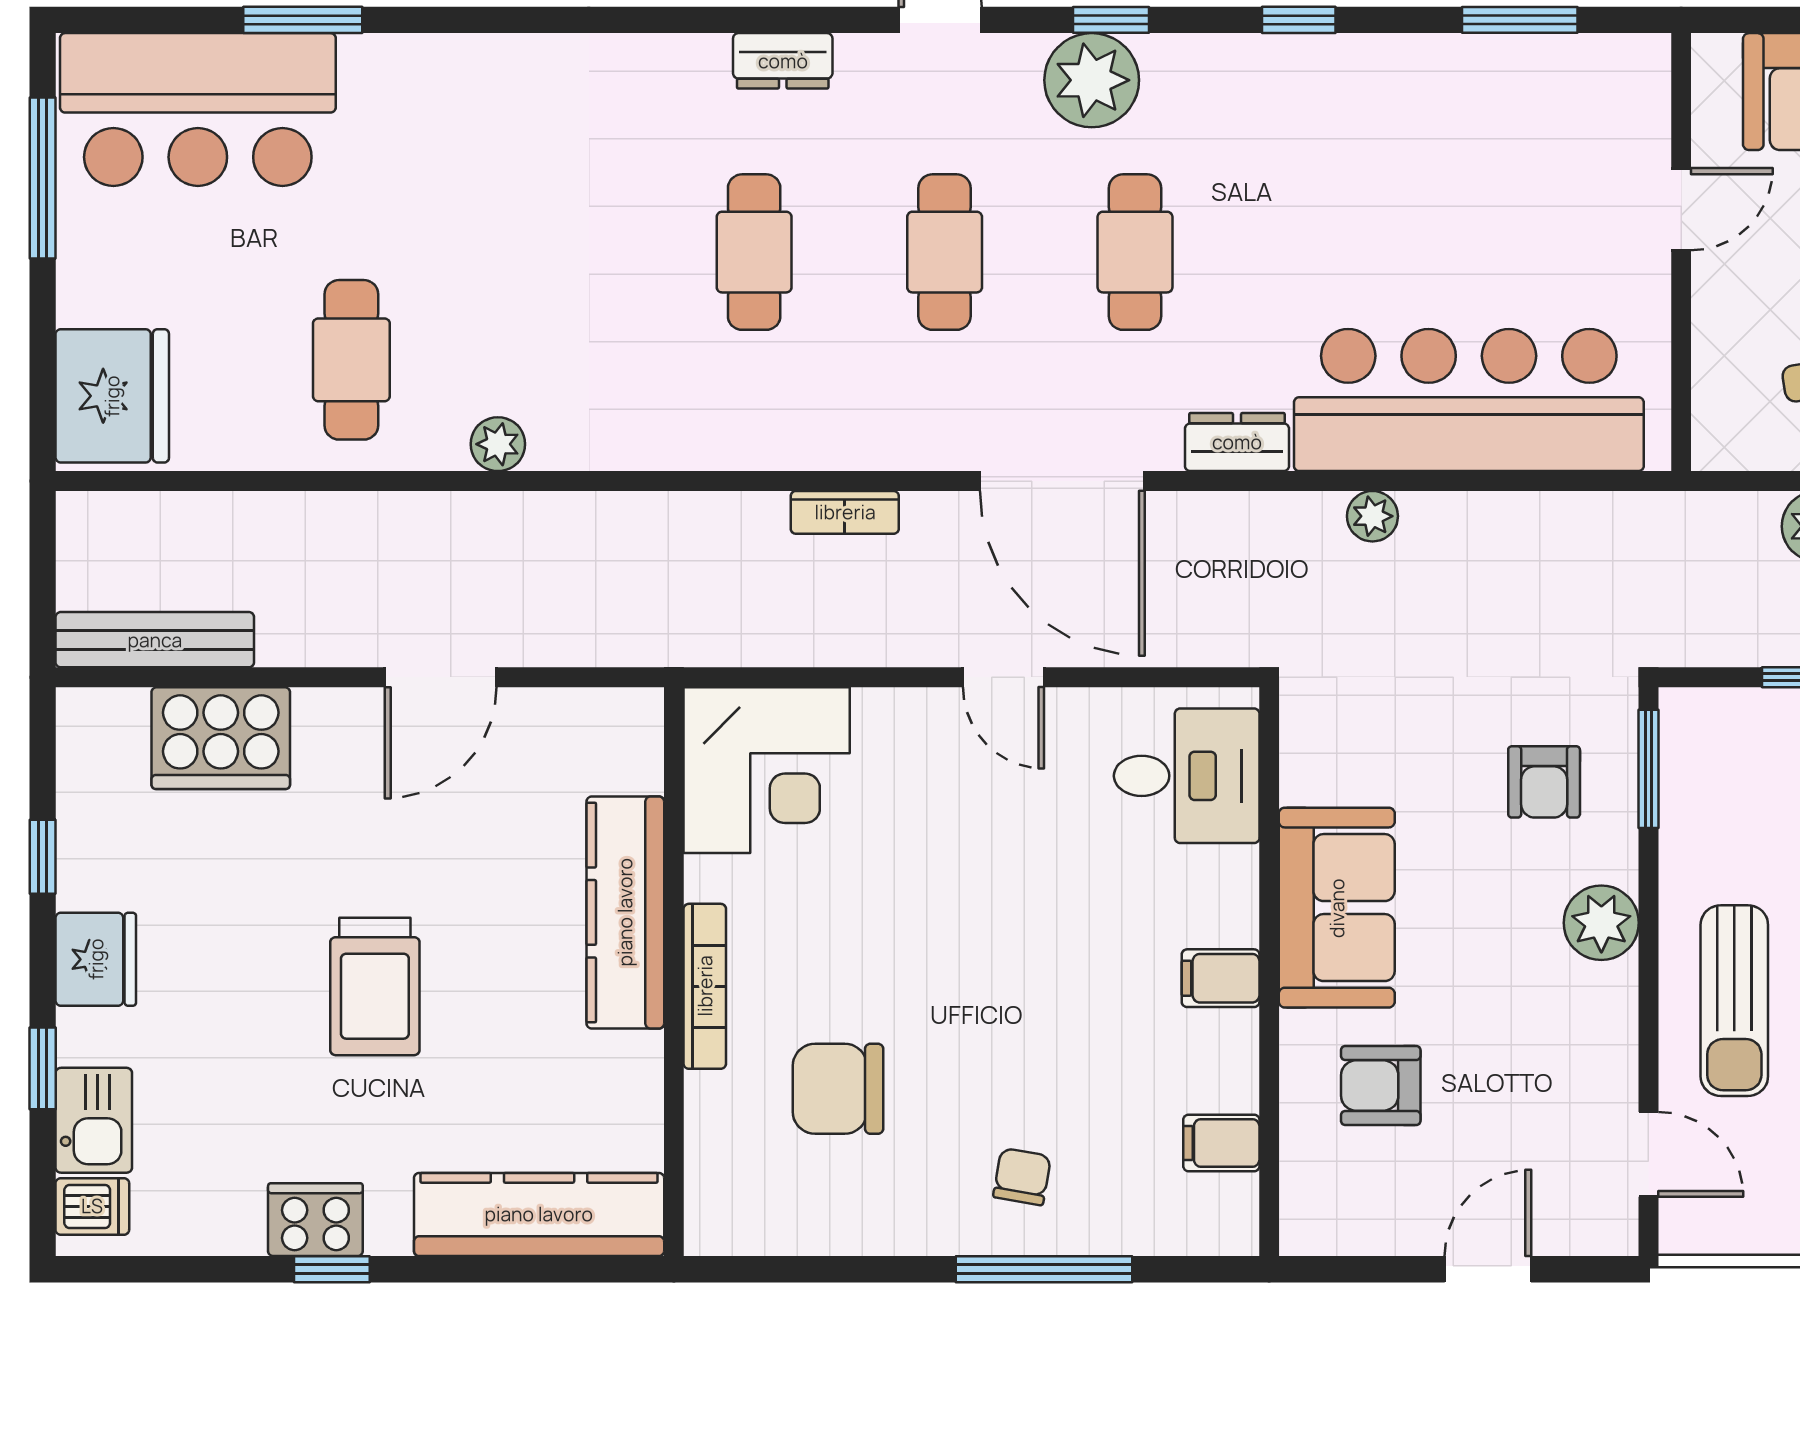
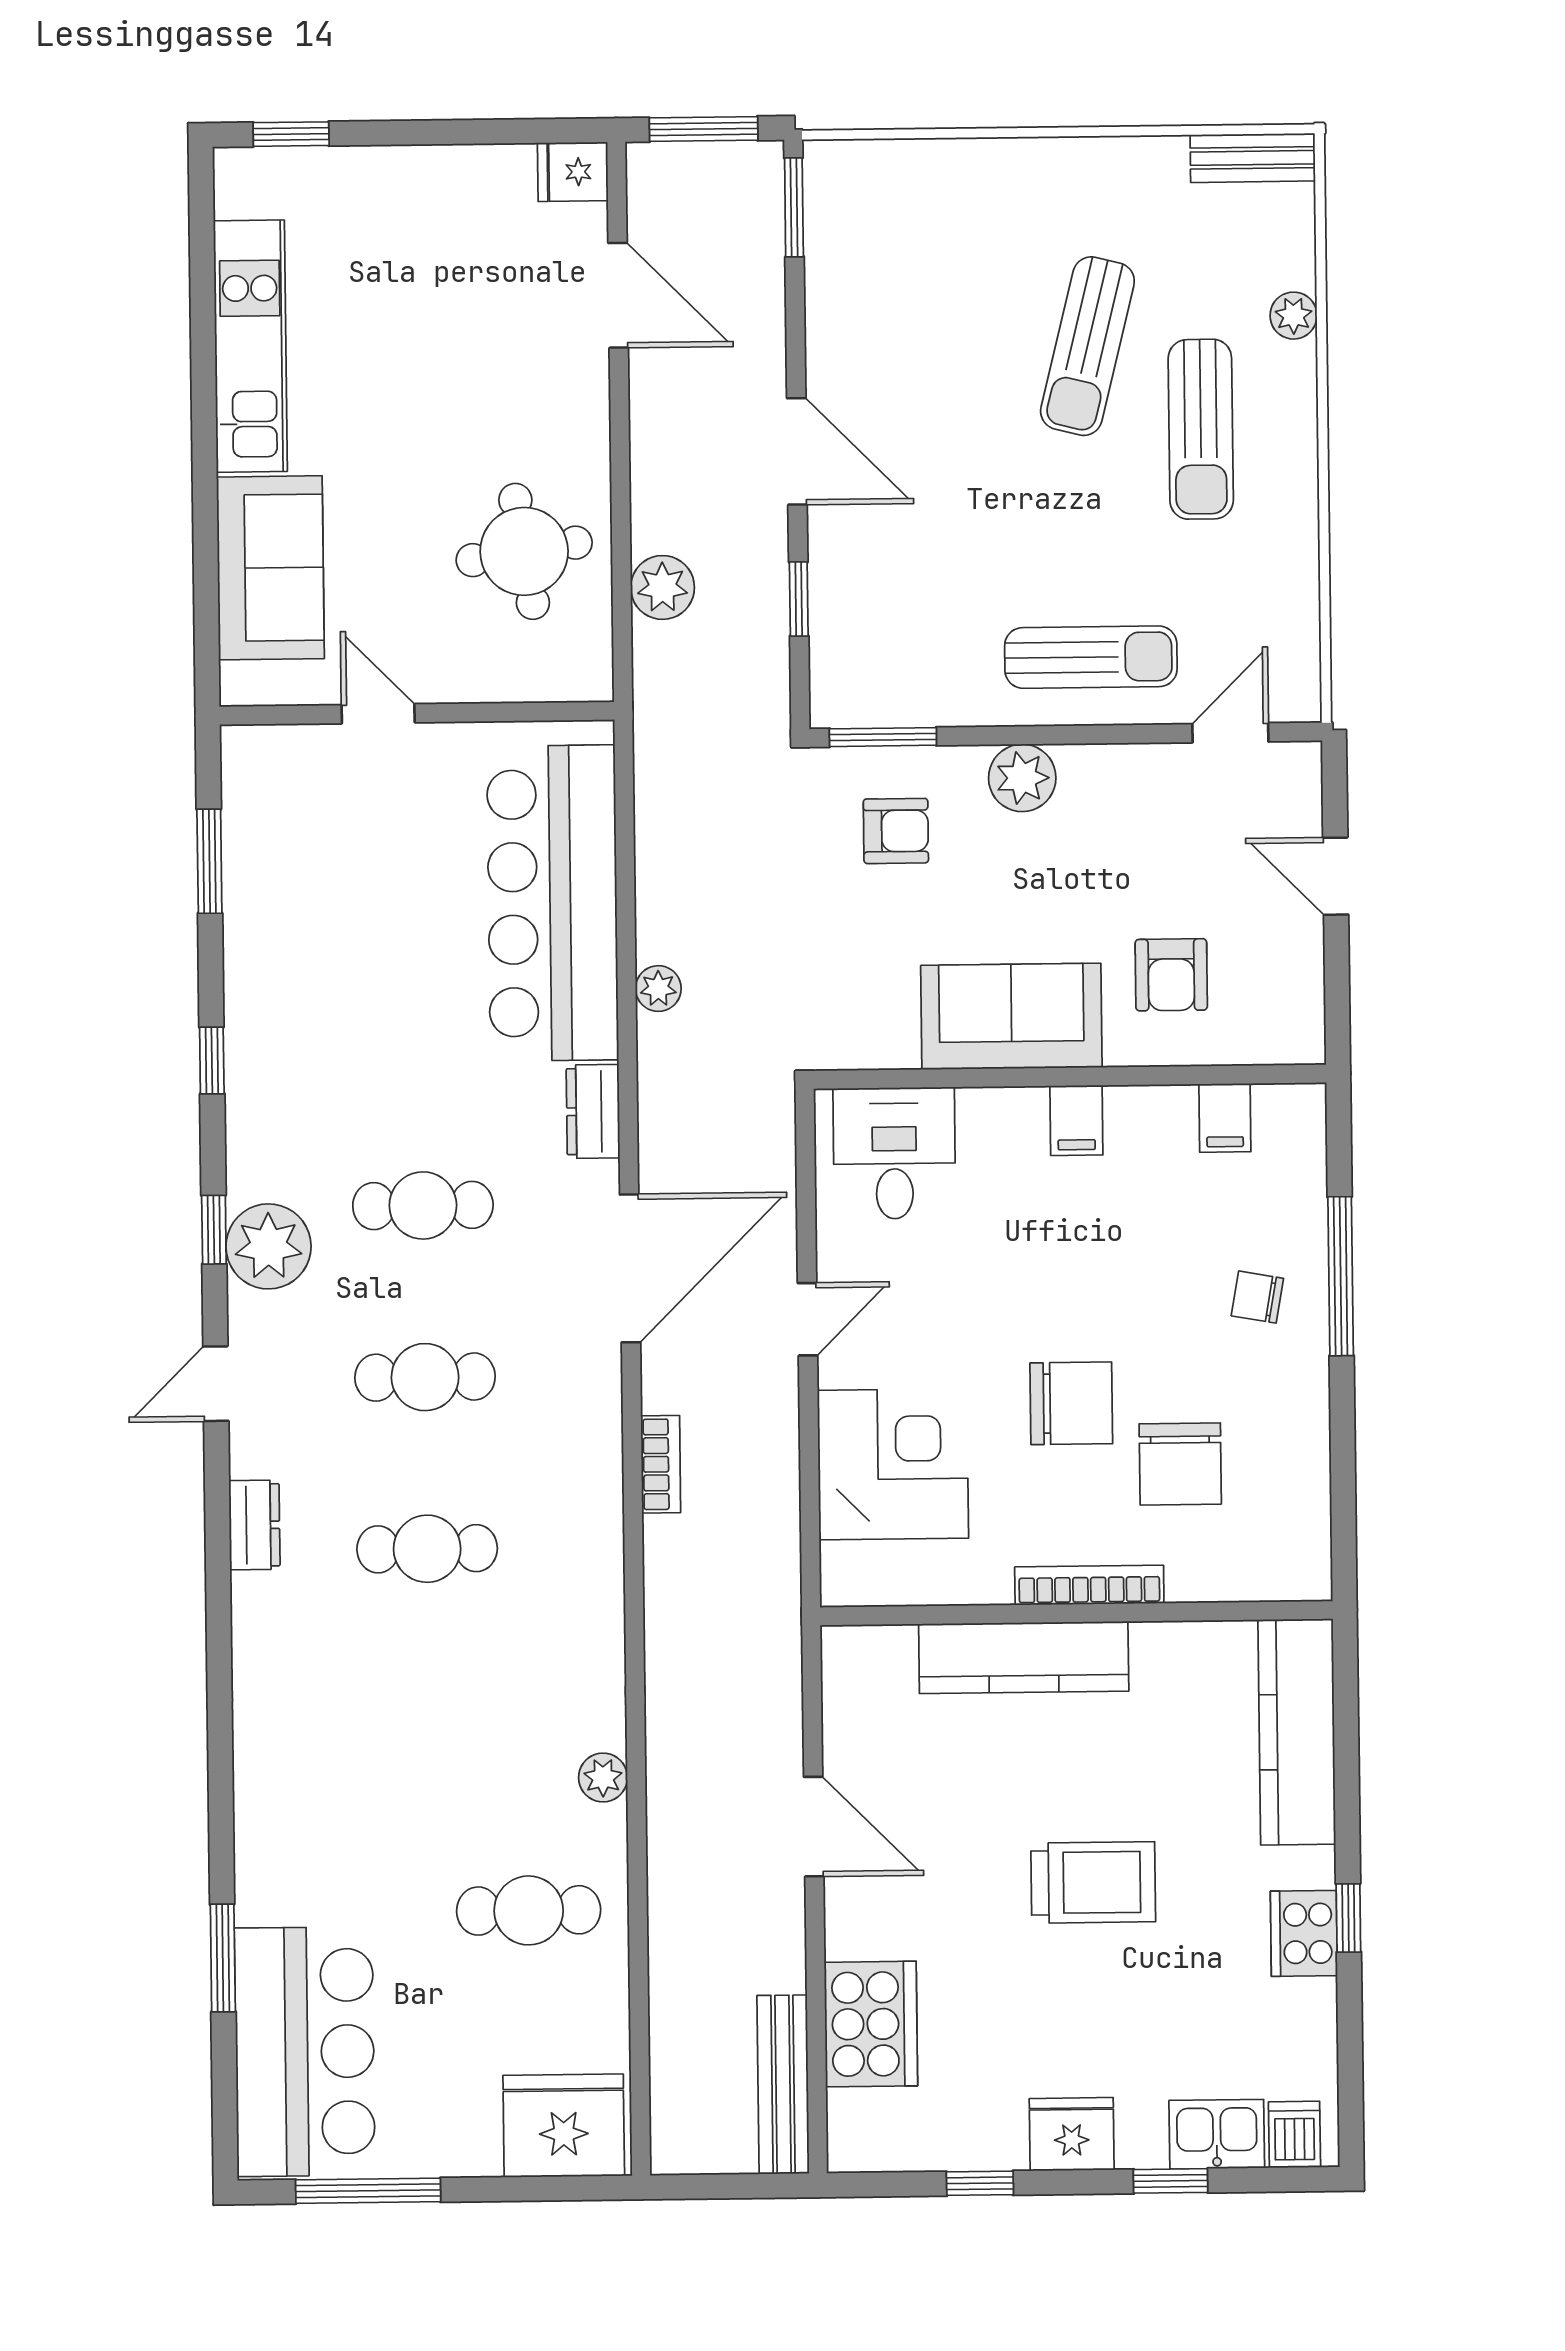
corner desk: (767, 770) -> (893, 1464), moved
chair: (907, 969) -> (1071, 1403), added

